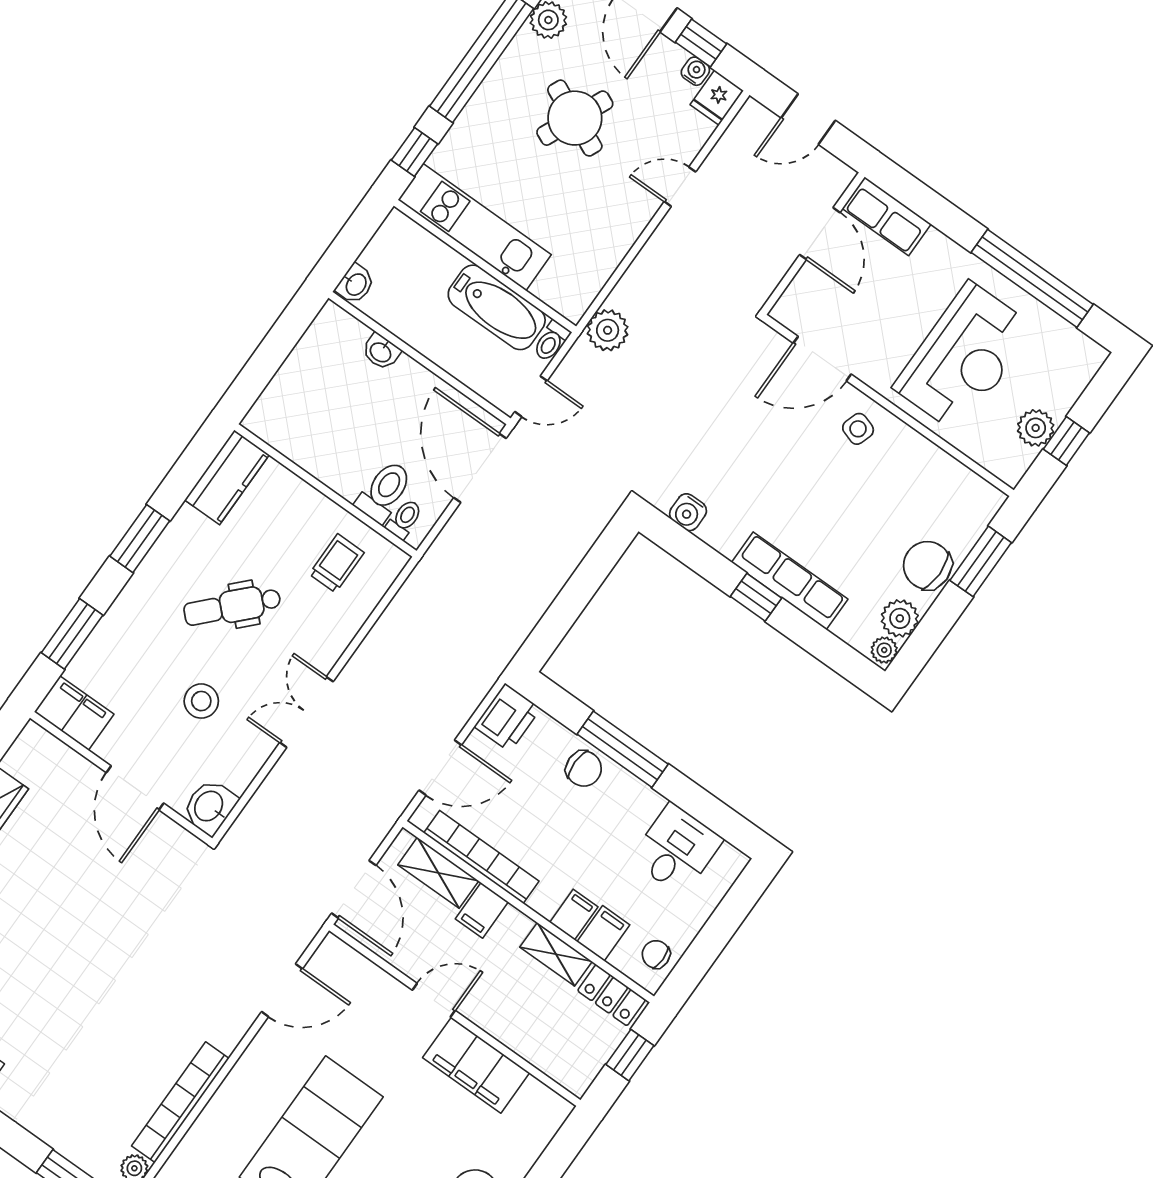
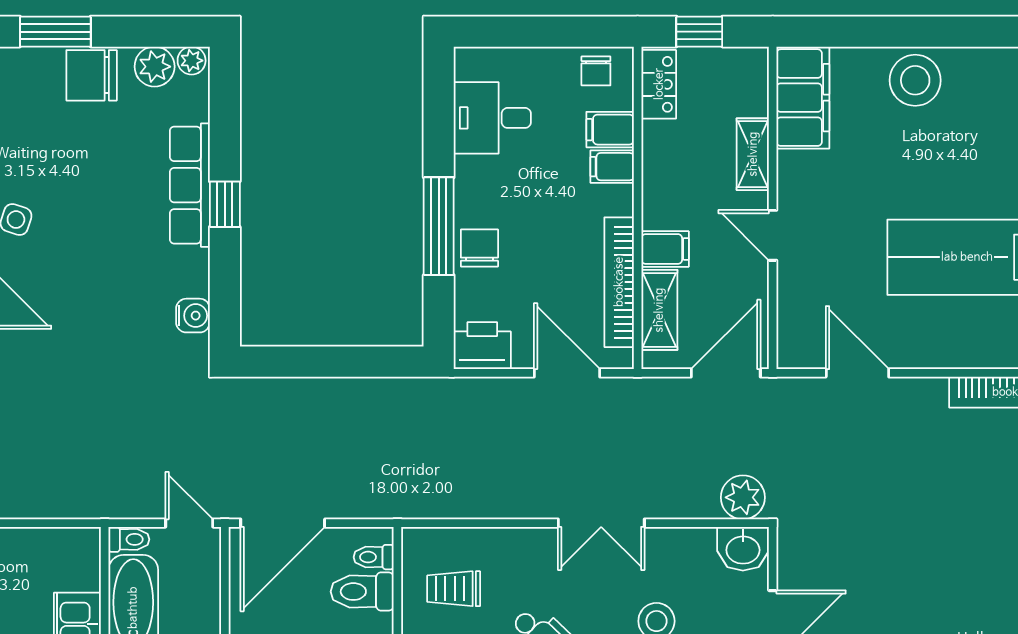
plant: (608, 330) -> (743, 497), moved
chair: (927, 565) -> (92, 75), turned 90
shelving: (556, 954) -> (753, 154), moved
filing cabinet: (476, 1065) -> (803, 98), moved

